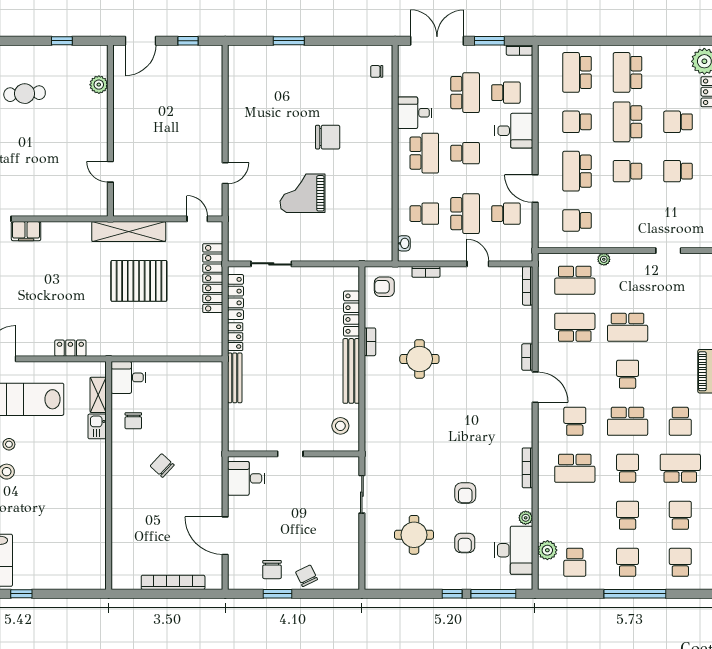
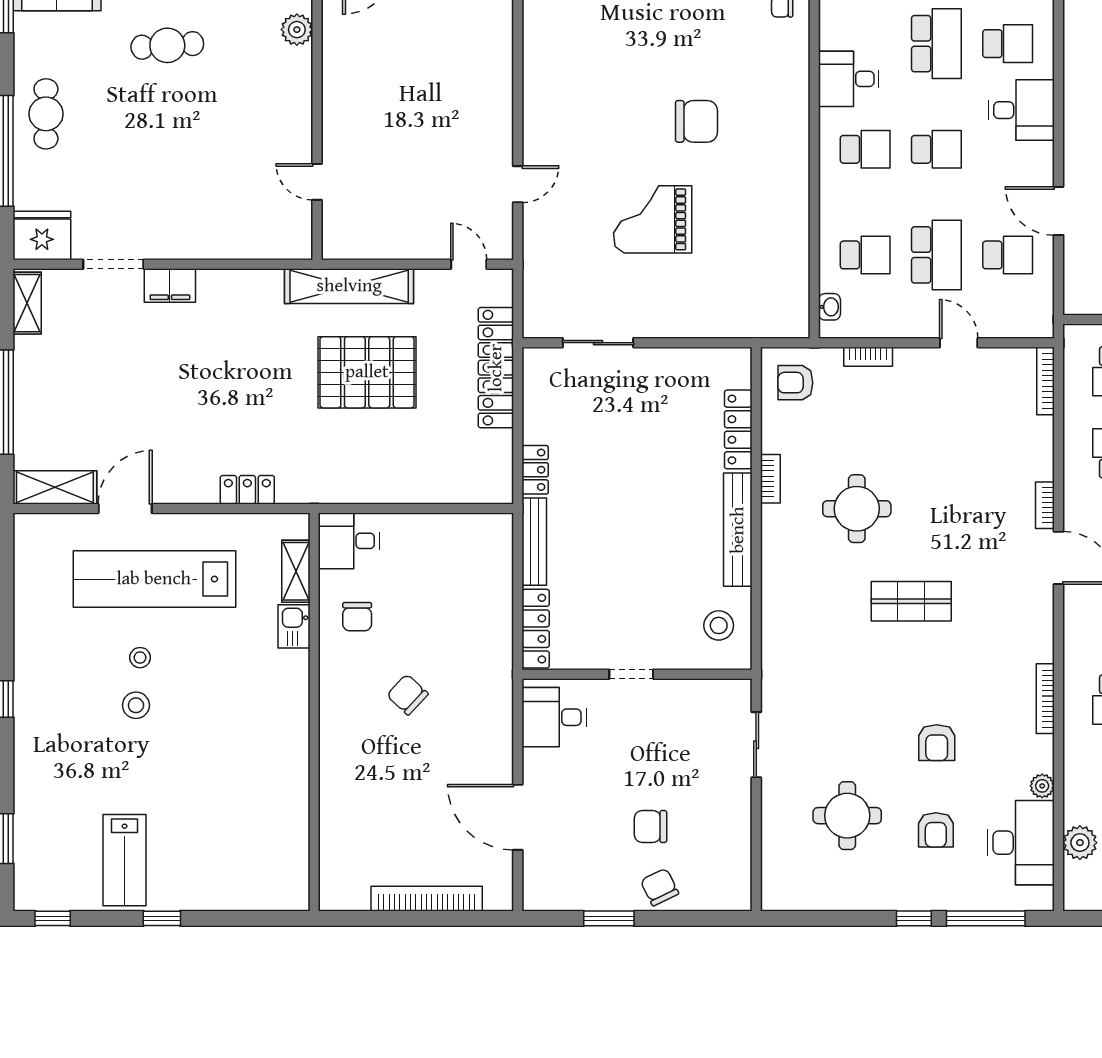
school desk: (424, 153) -> (865, 149), width x0.54
locker: (236, 297) -> (536, 629), moved
shop shelf: (451, 412) -> (911, 601), added
chair: (272, 570) -> (650, 827), moved, turned 90

